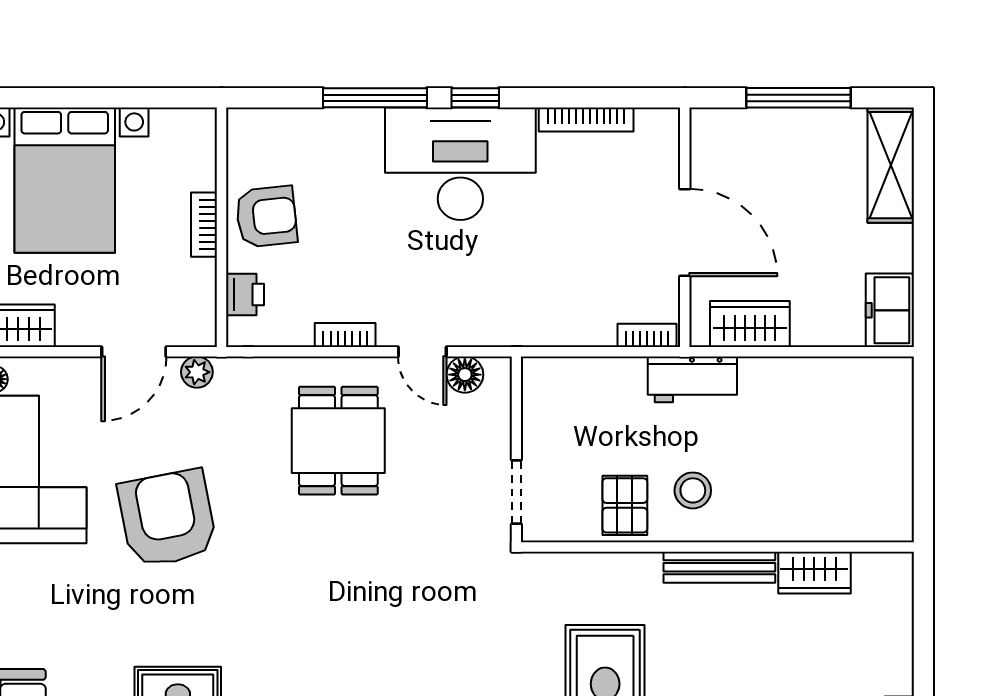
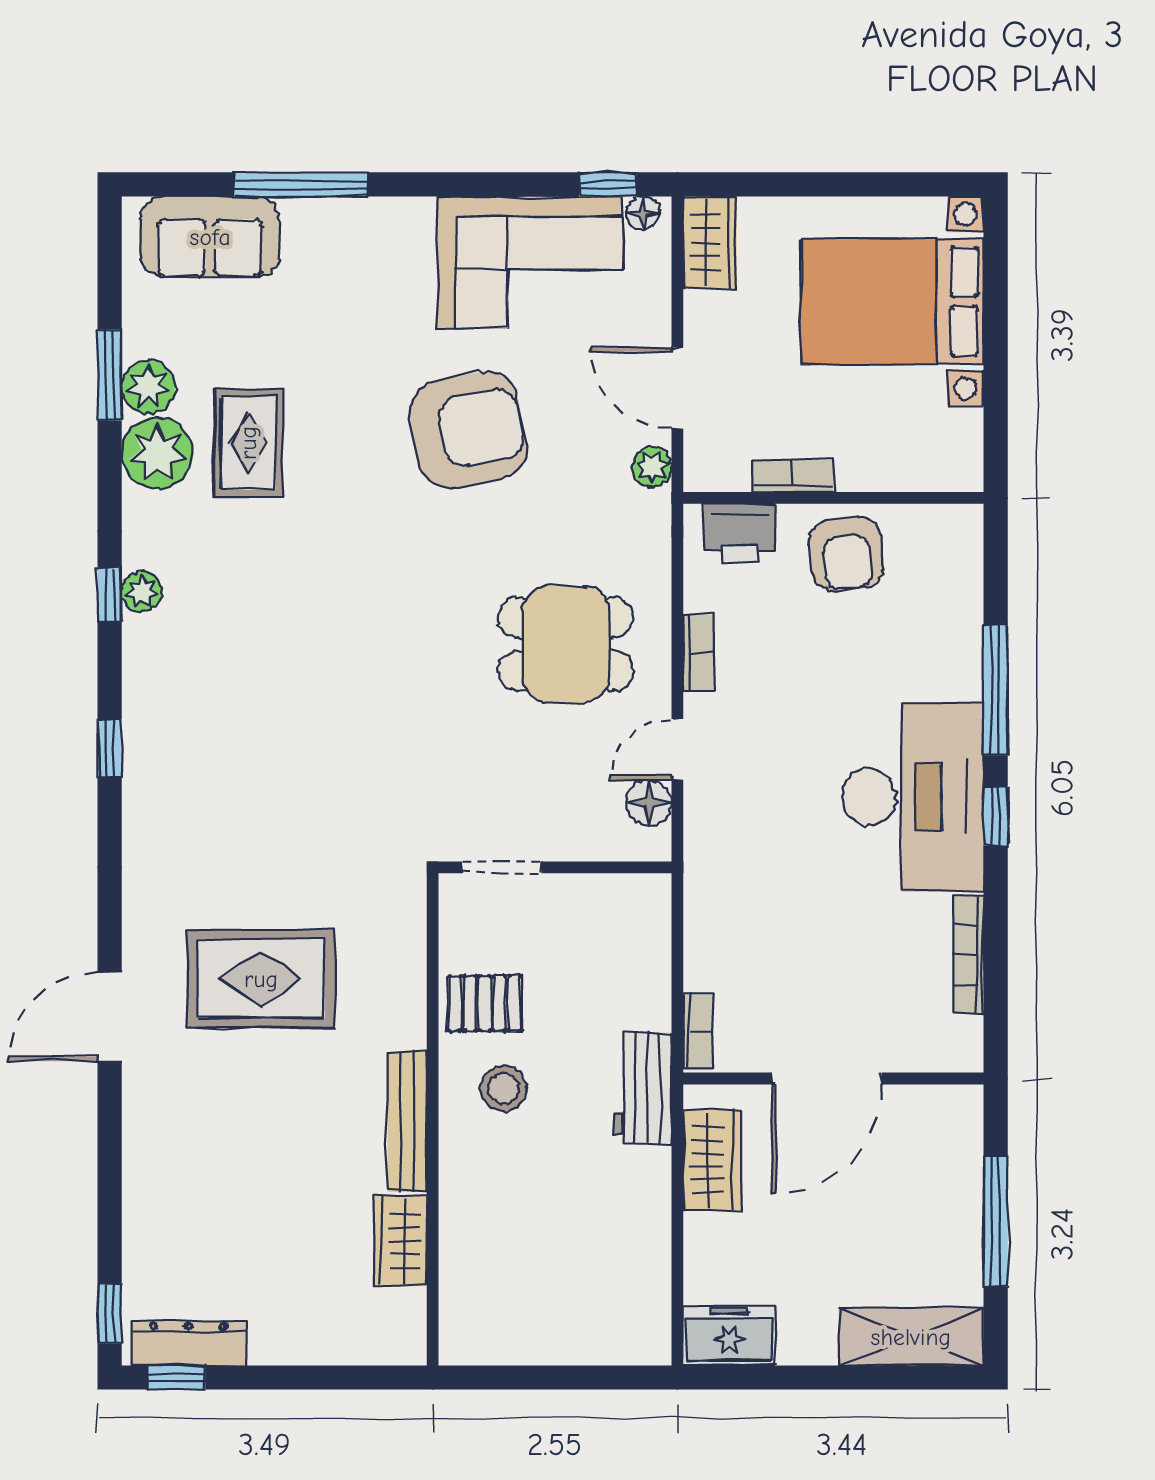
bookcase: (204, 225) -> (793, 476), moved
printer: (245, 294) -> (740, 533), width x1.36, depth x1.24

